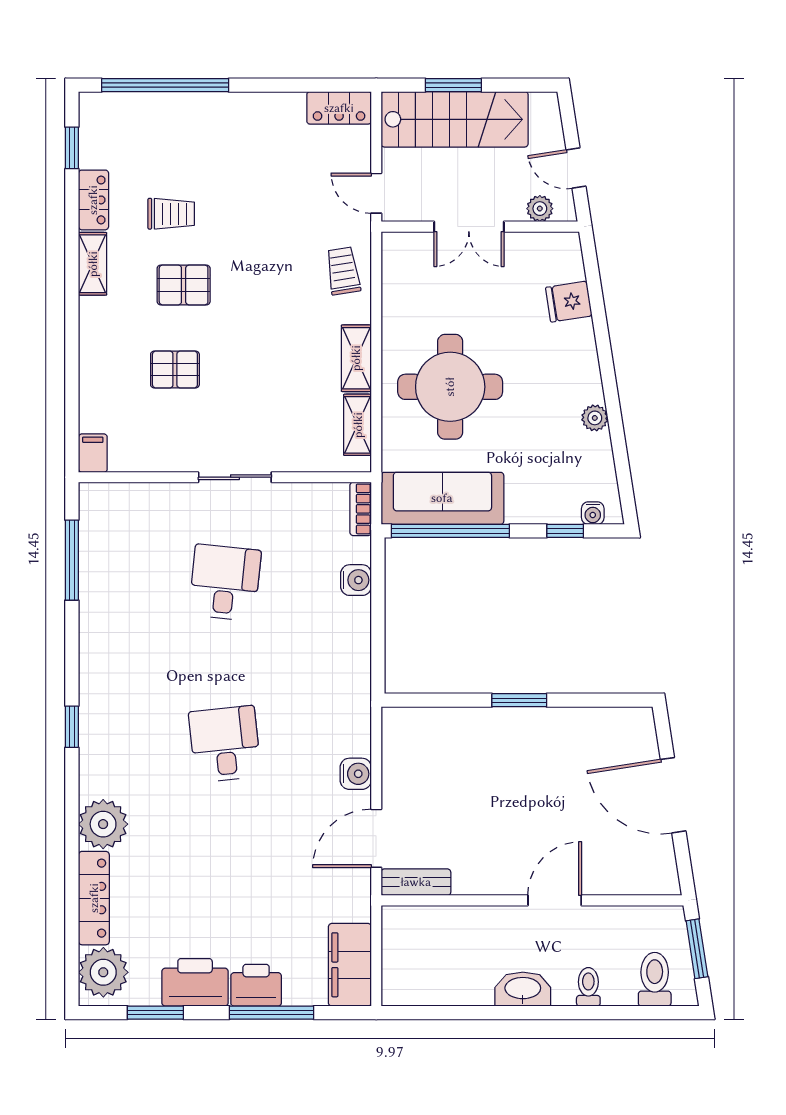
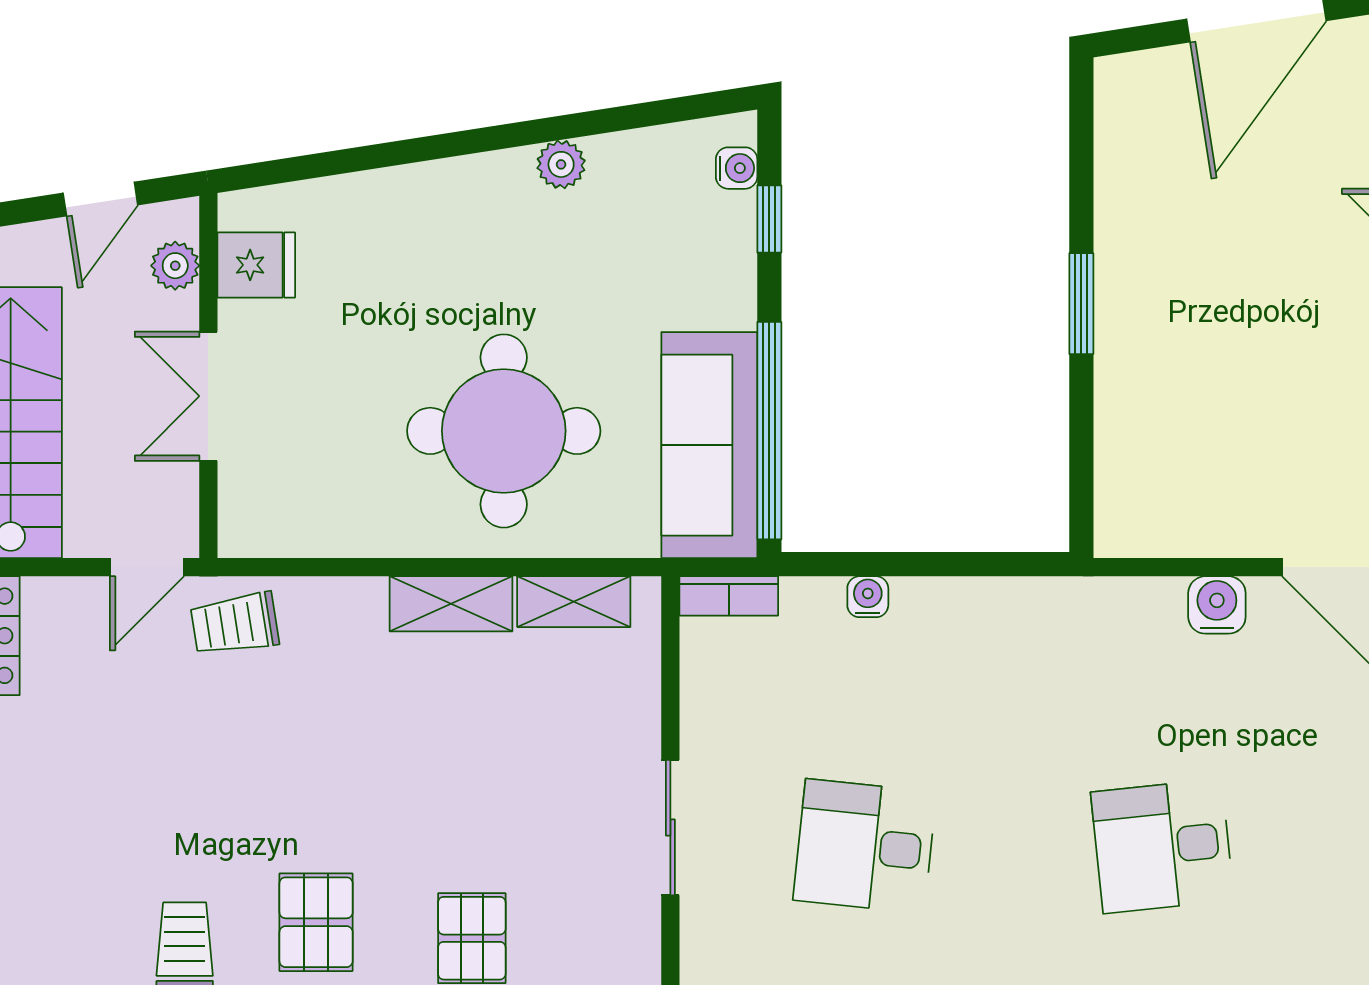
double door: (469, 227) -> (208, 396), swing flipped
trolley: (343, 271) -> (235, 624), moved
fridge: (569, 302) -> (256, 265), moved, turned -81
water cooler: (356, 580) -> (868, 597), width x0.72, depth x0.72

